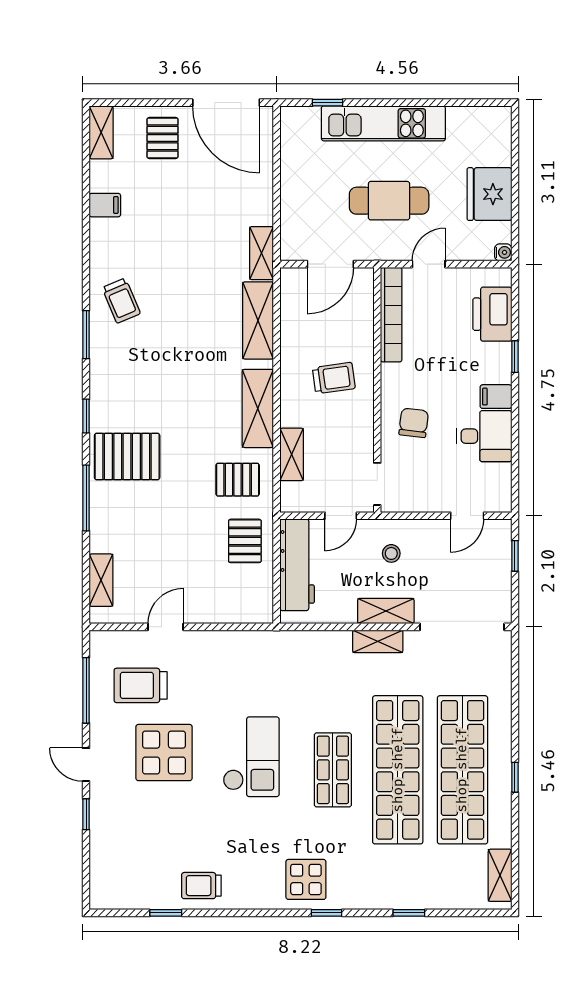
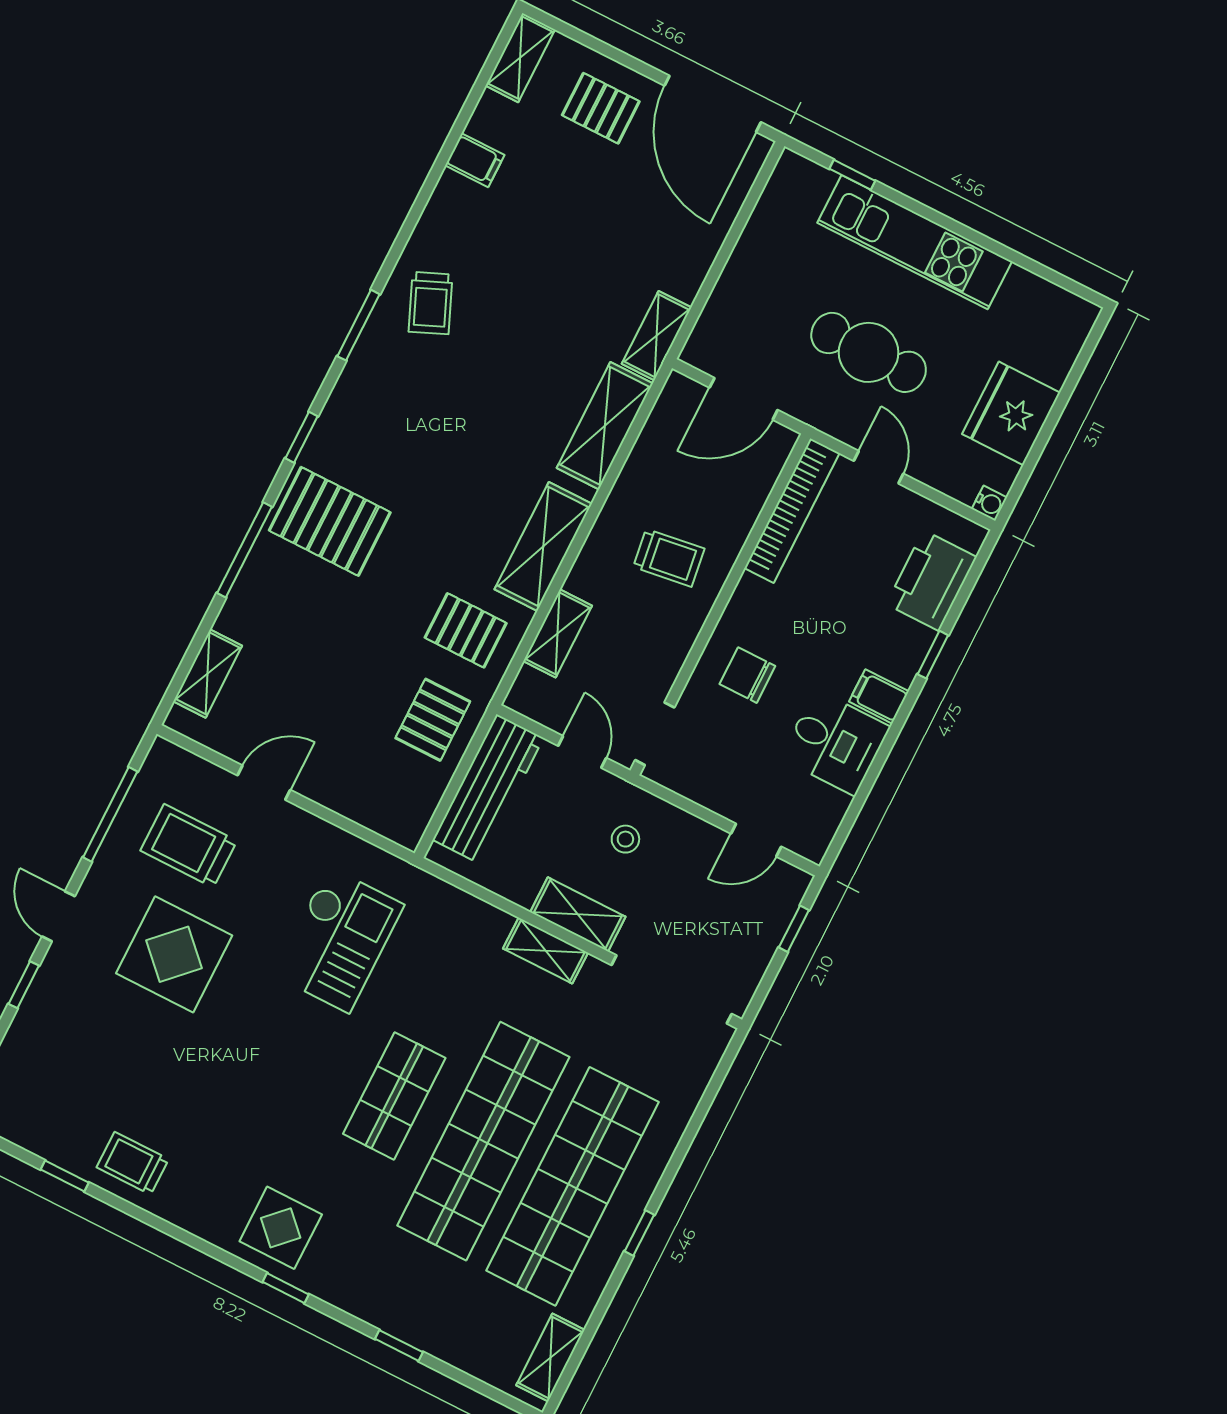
pallet: (163, 138) -> (601, 108), turned 90
door: (429, 264) -> (879, 467), hinge flipped
chair: (414, 423) -> (747, 675), turned -97
door: (341, 516) -> (582, 752), swing flipped
checkout: (251, 757) -> (339, 940), moved

